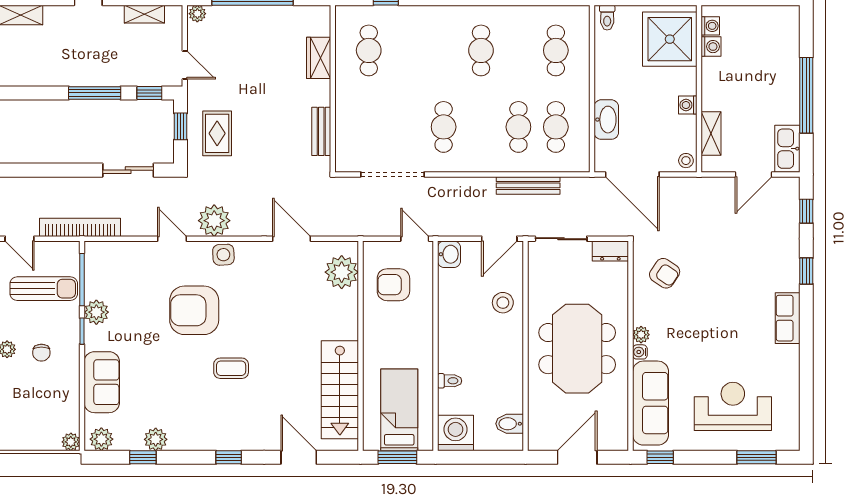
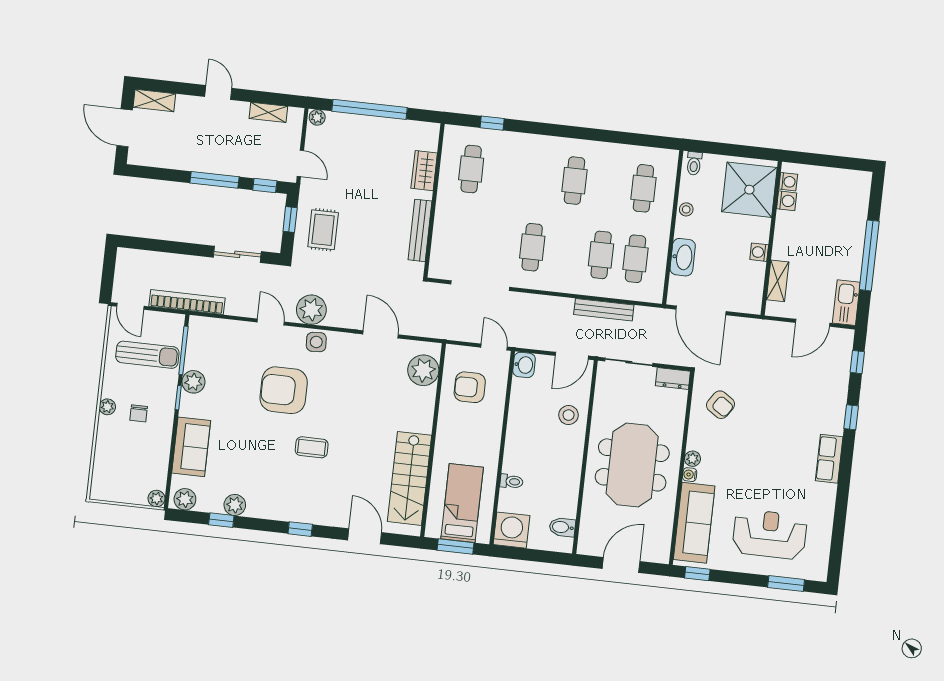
bench: (321, 131) -> (420, 230), width x1.36
stool: (686, 161) -> (686, 209), moved

